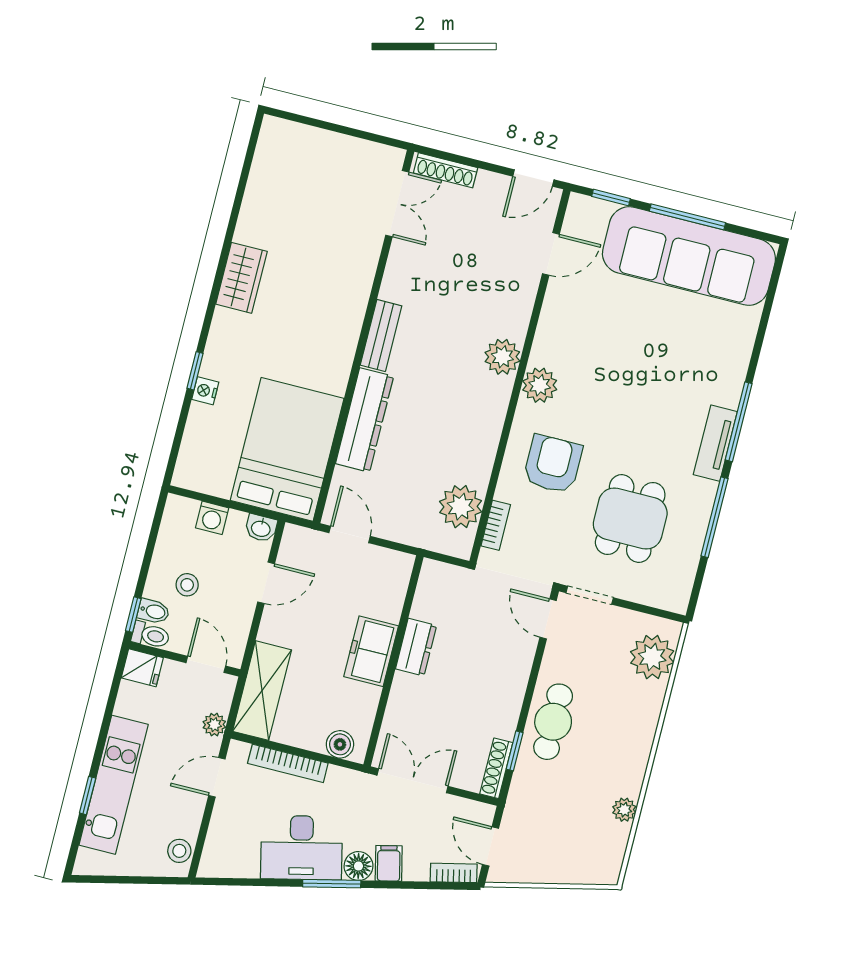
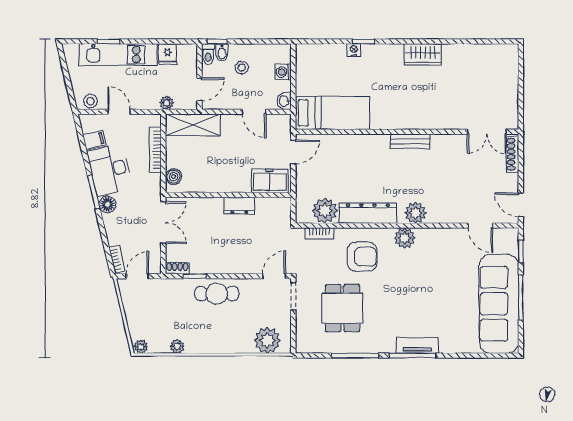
dresser: (365, 420) -> (368, 213), moved, turned 180
tv unit: (715, 443) -> (417, 345), moved
bed: (287, 449) -> (332, 113), width x0.67
dining table: (630, 519) -> (342, 308), turned 90
freezer: (371, 651) -> (270, 181), moved
fridge: (142, 668) -> (168, 54), moved
shoe rack: (496, 768) -> (177, 268), width x0.70
door: (217, 777) -> (119, 112), moved
filing cabinet: (389, 863) -> (94, 140), moved
plant: (609, 870) -> (141, 347), added

